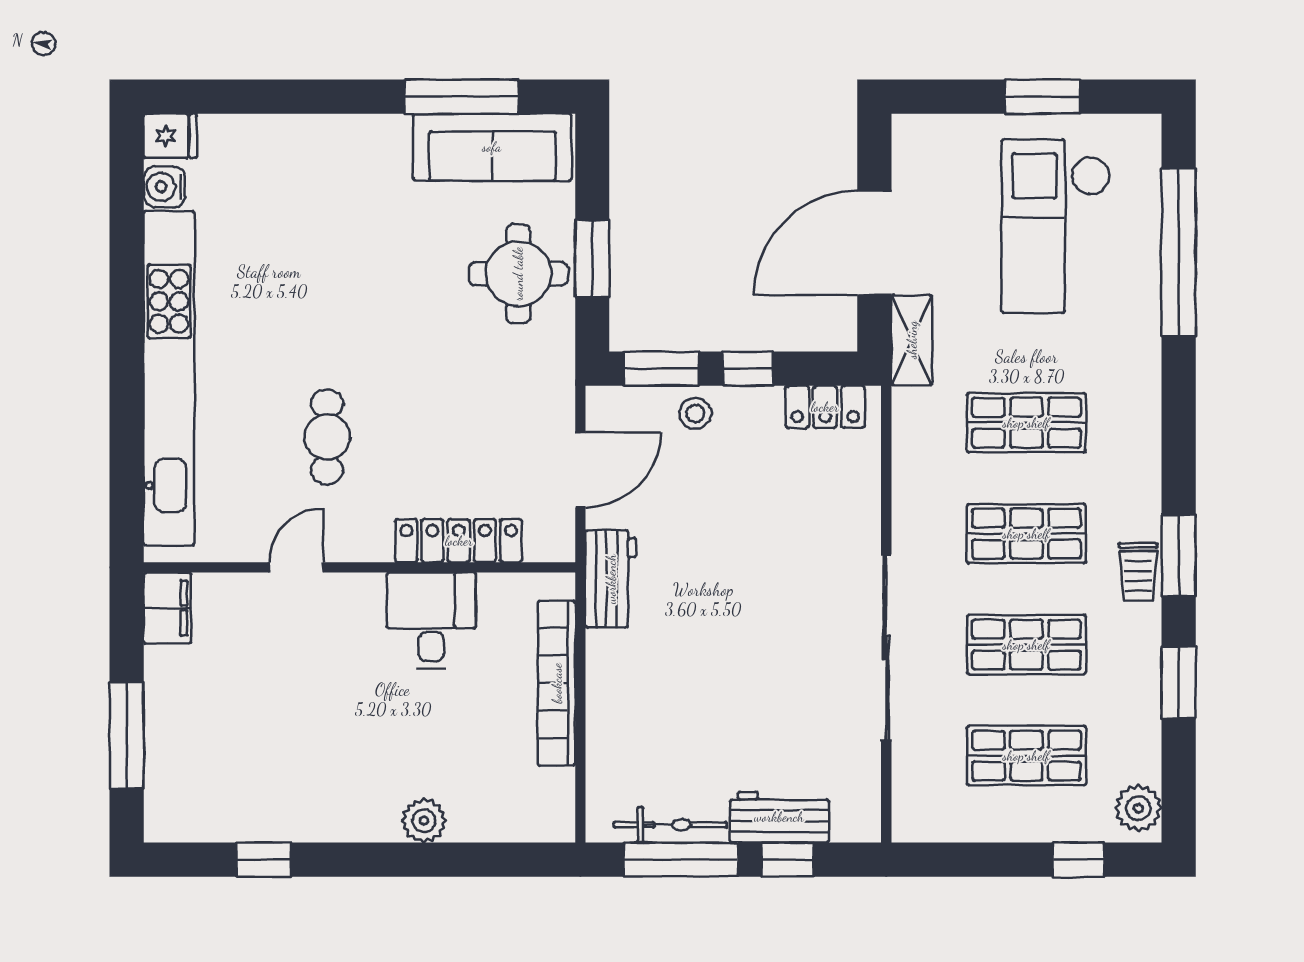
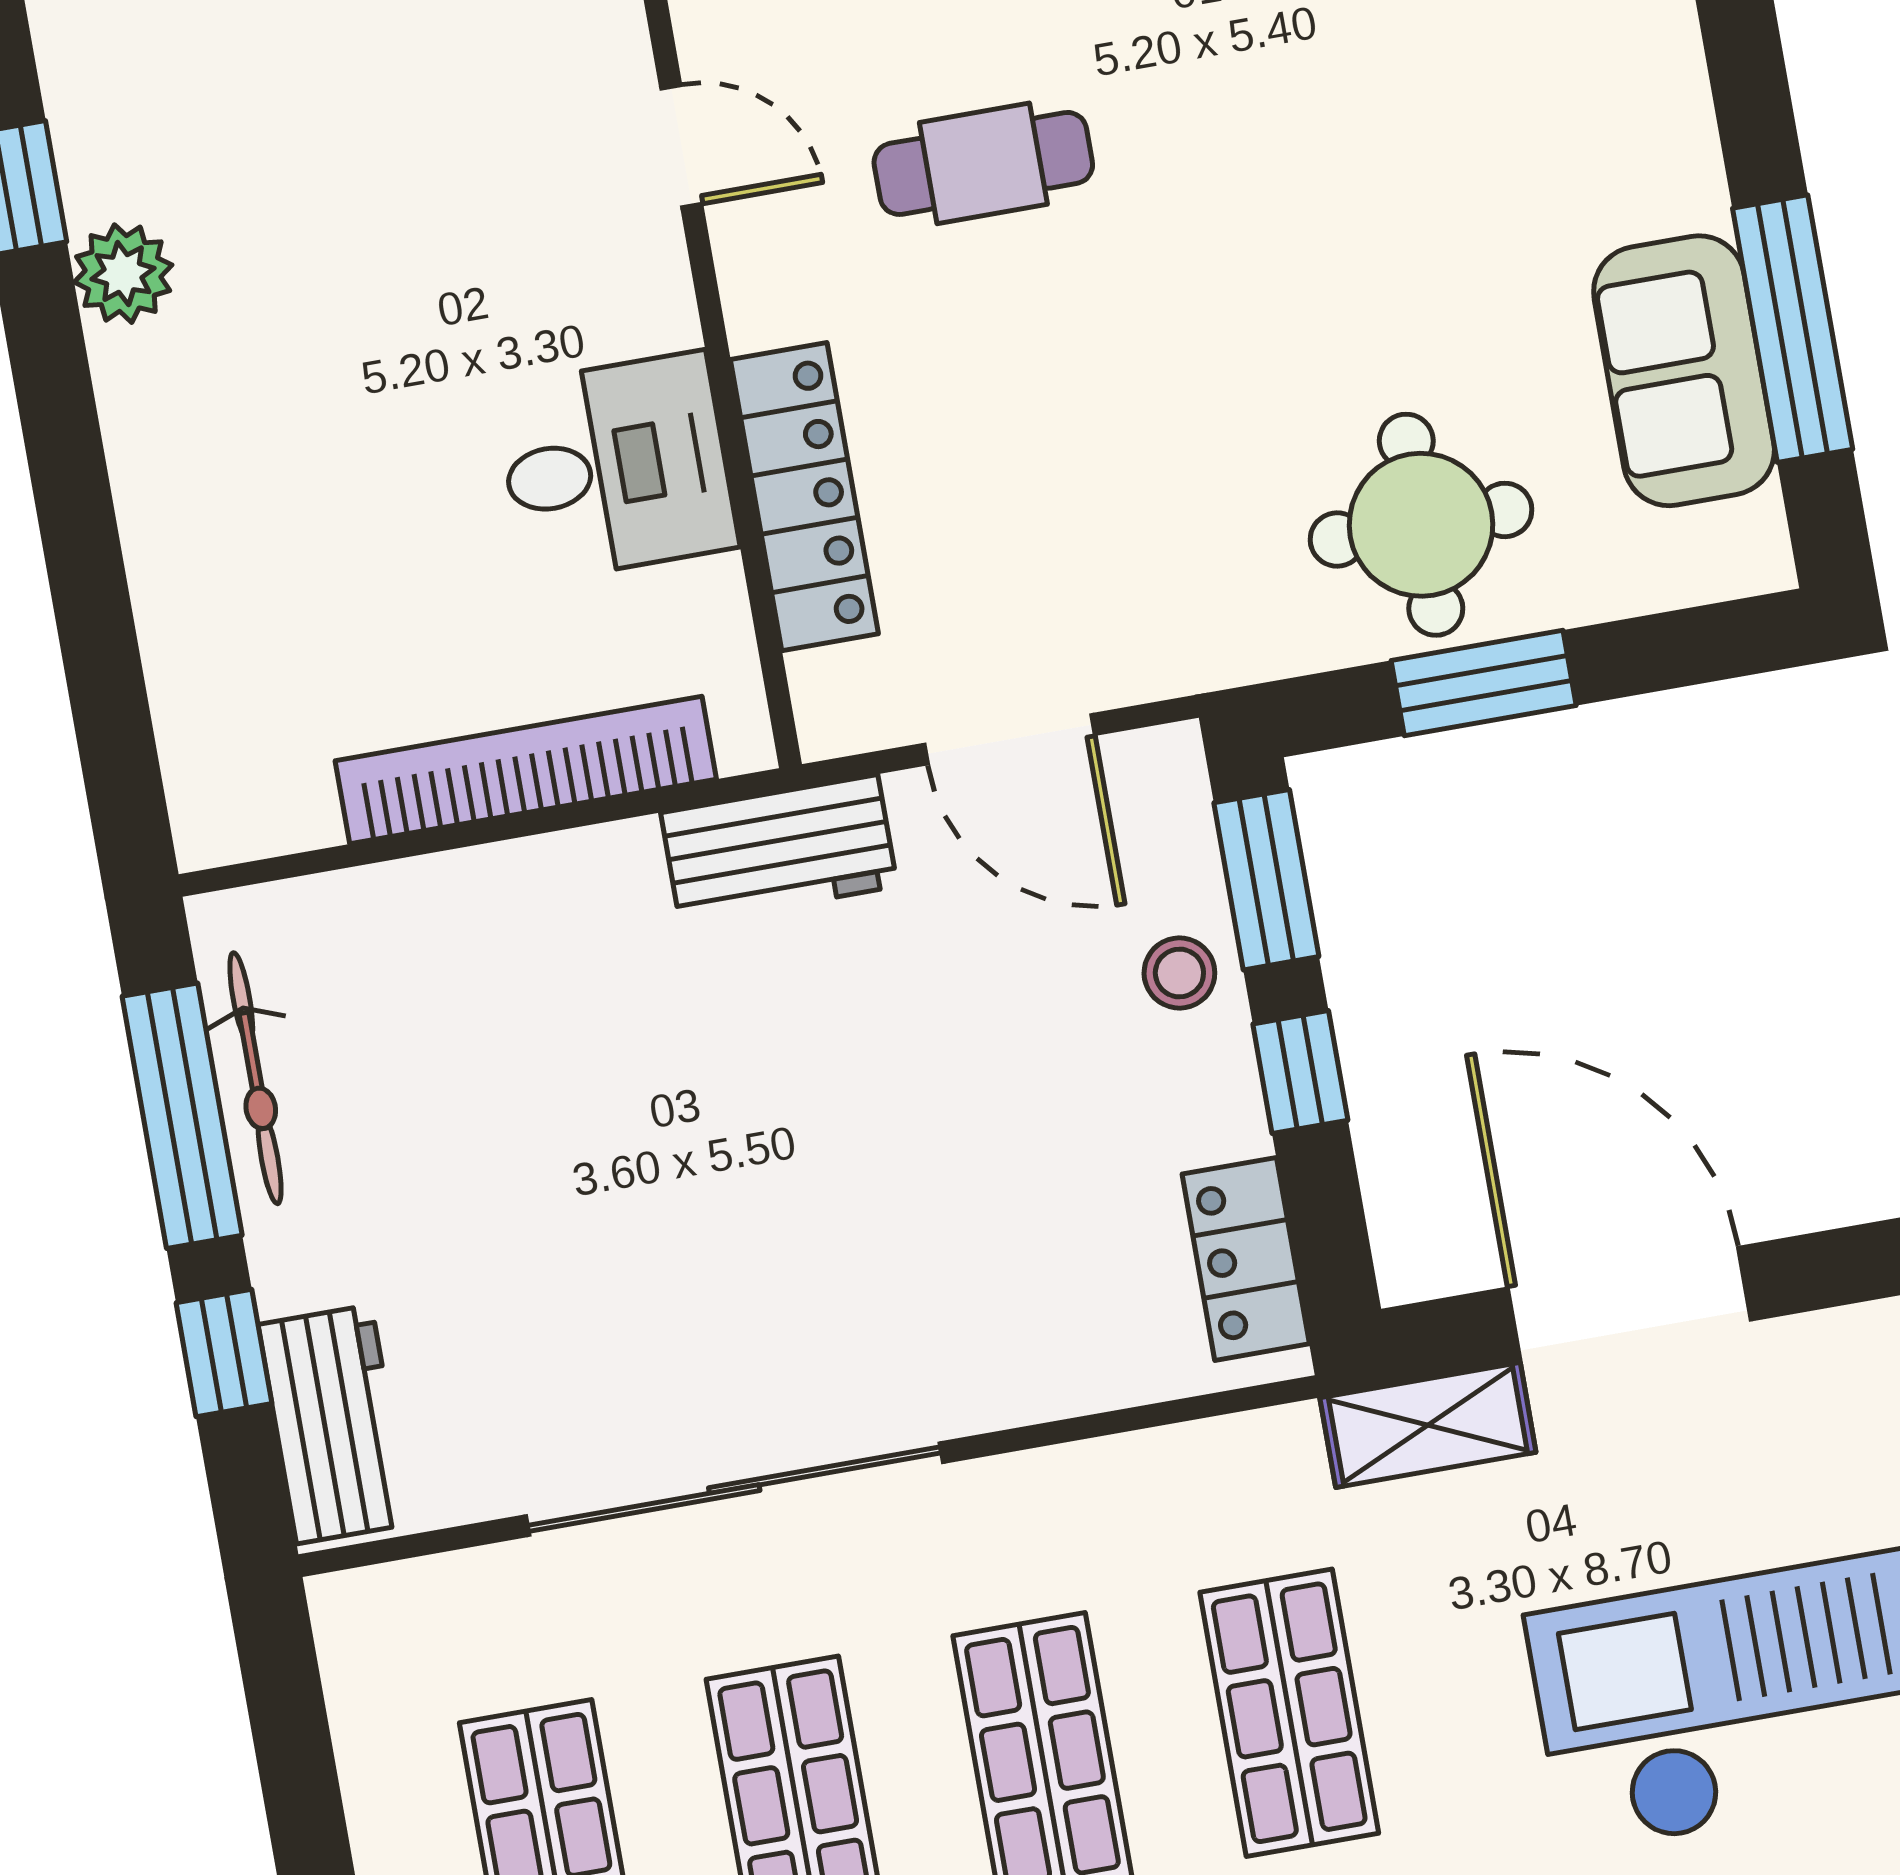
sofa: (492, 147) -> (1684, 371), width x0.73
workbench: (779, 817) -> (334, 1424), moved
plant: (424, 821) -> (123, 274), moved

